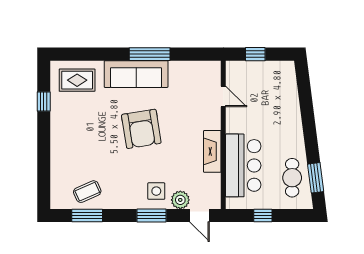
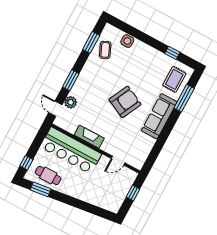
window: (150, 54) -> (184, 98), moved
armchair: (141, 129) -> (125, 102), turned 125
bar counter: (243, 165) -> (71, 150), width x1.36
side table: (156, 191) -> (127, 41), moved
door: (199, 215) -> (55, 109), hinge flipped
window: (263, 215) -> (26, 163), moved

